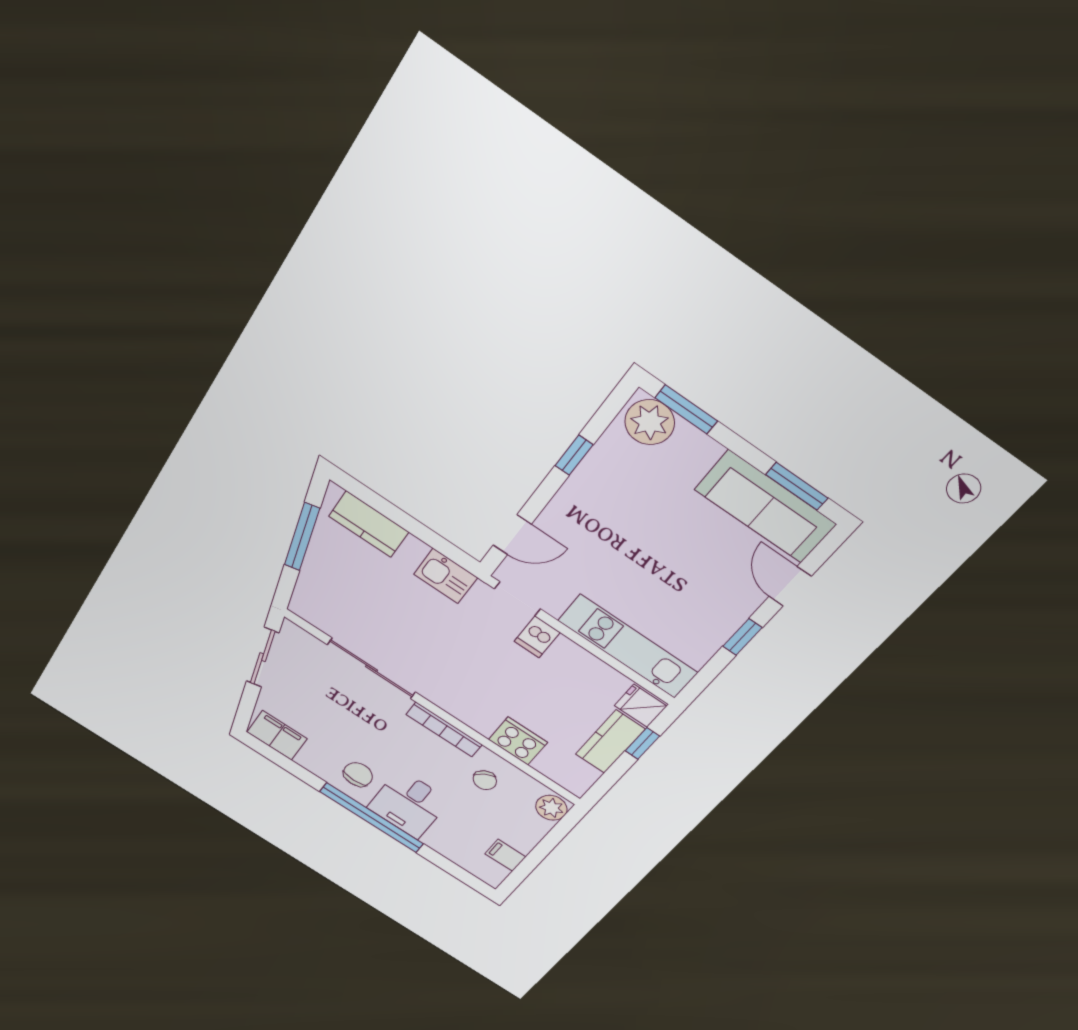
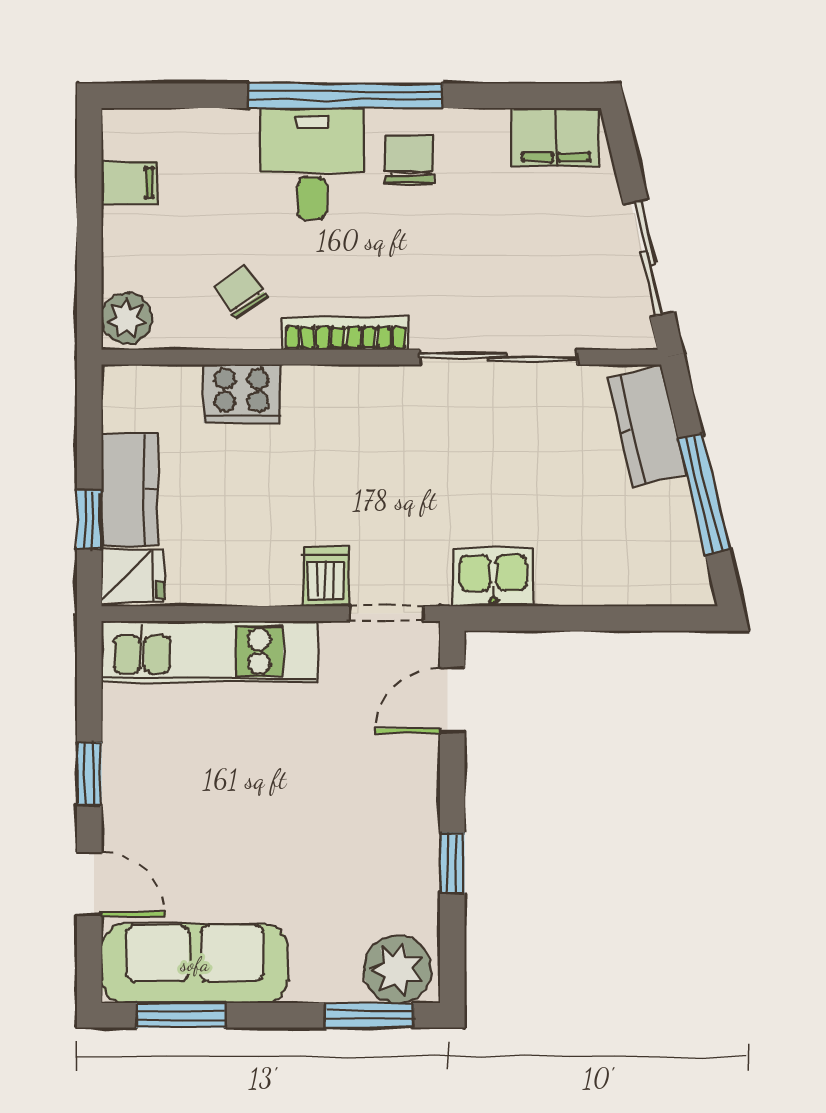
kitchen counter: (369, 524) -> (647, 426), moved, turned -103
chair: (358, 775) -> (409, 159), turned 180

